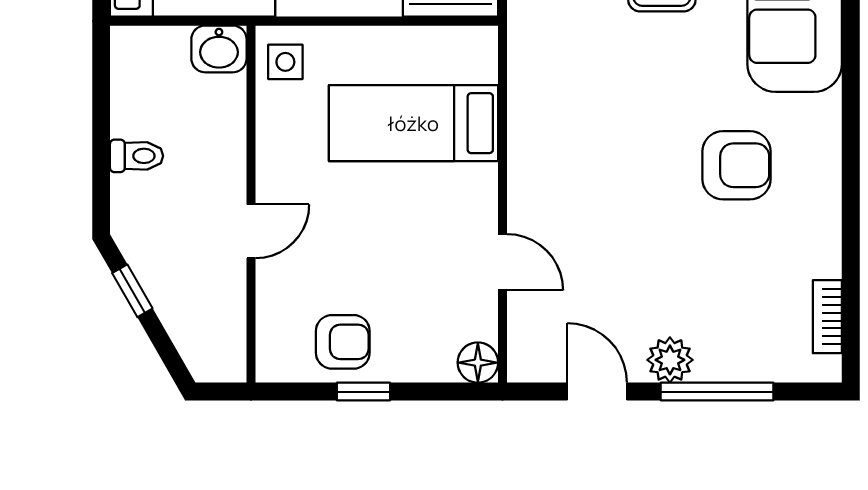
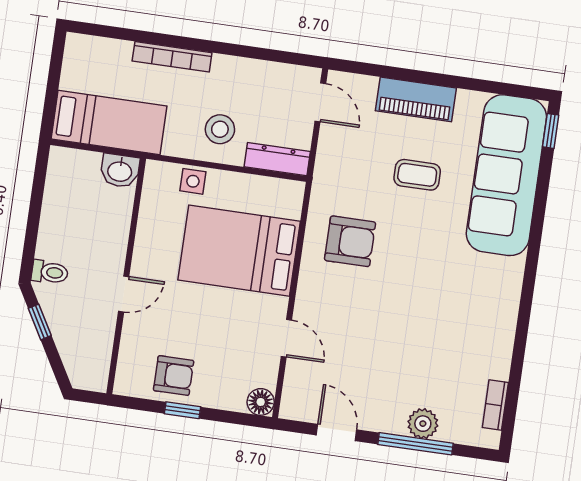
side table: (285, 62) -> (193, 181), moved
bed: (413, 123) -> (239, 251), width x1.50
toilet: (137, 156) -> (50, 272), moved
armchair: (736, 165) -> (350, 241), moved
plant: (670, 360) -> (423, 424), moved

